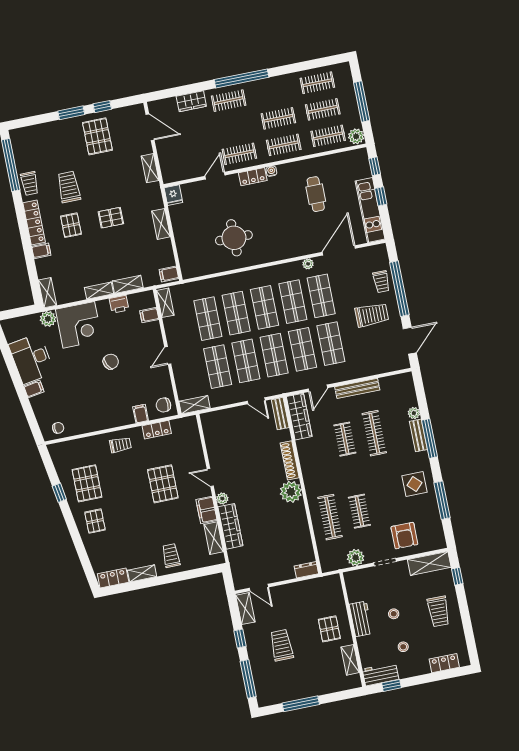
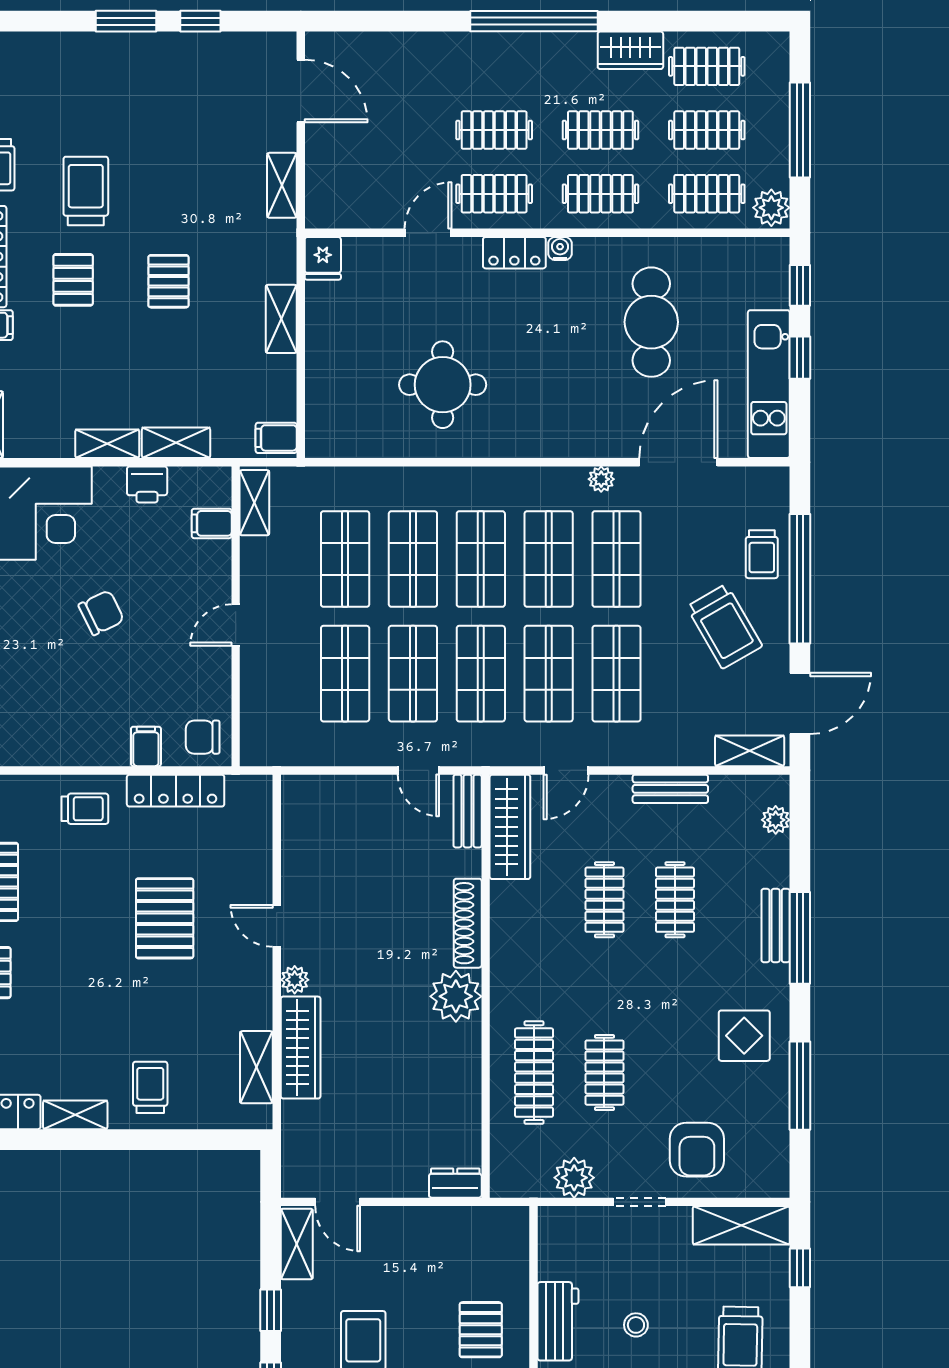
wardrobe: (191, 101) -> (630, 50), moved
clothes rail: (229, 101) -> (494, 130), moved
pallet: (97, 136) -> (175, 88), removed
cafe table: (316, 194) -> (651, 322), width x1.37, depth x1.35
pallet: (111, 218) -> (168, 281), turned 90
trolley: (372, 315) -> (724, 626), turned 60
bench: (357, 388) -> (670, 789), width x0.73
shelving: (194, 405) -> (750, 751), moved
plant: (414, 413) -> (776, 820), moved
locker: (157, 430) -> (176, 791), width x1.53
clothes rail: (374, 433) -> (675, 900), width x0.73
filing cabinet: (207, 510) -> (253, 999), removed

